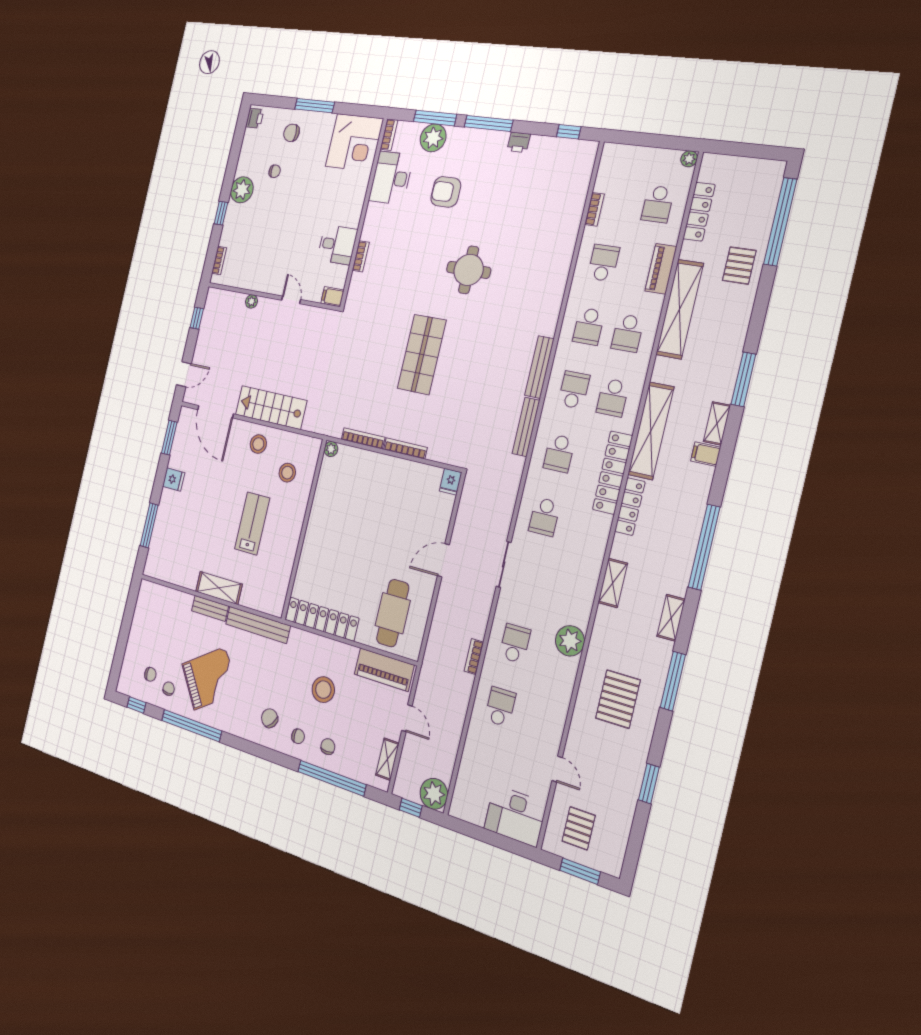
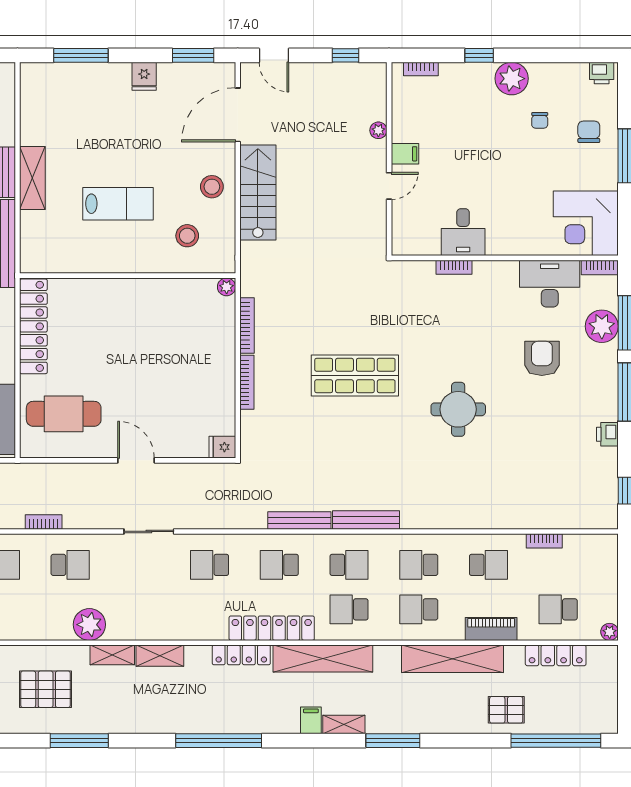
filing cabinet: (332, 297) -> (405, 154), moved, turned 90
shelving: (671, 618) -> (112, 655), moved

